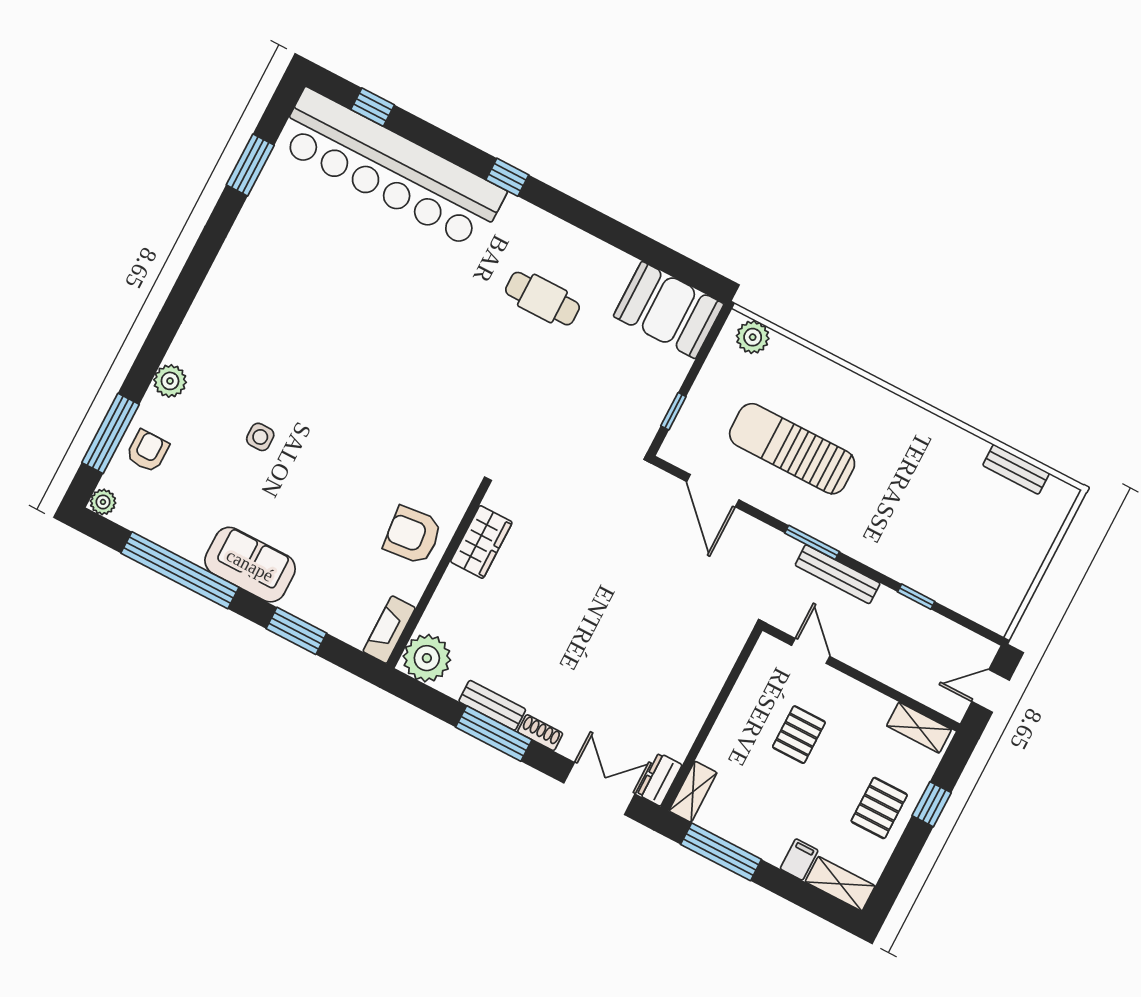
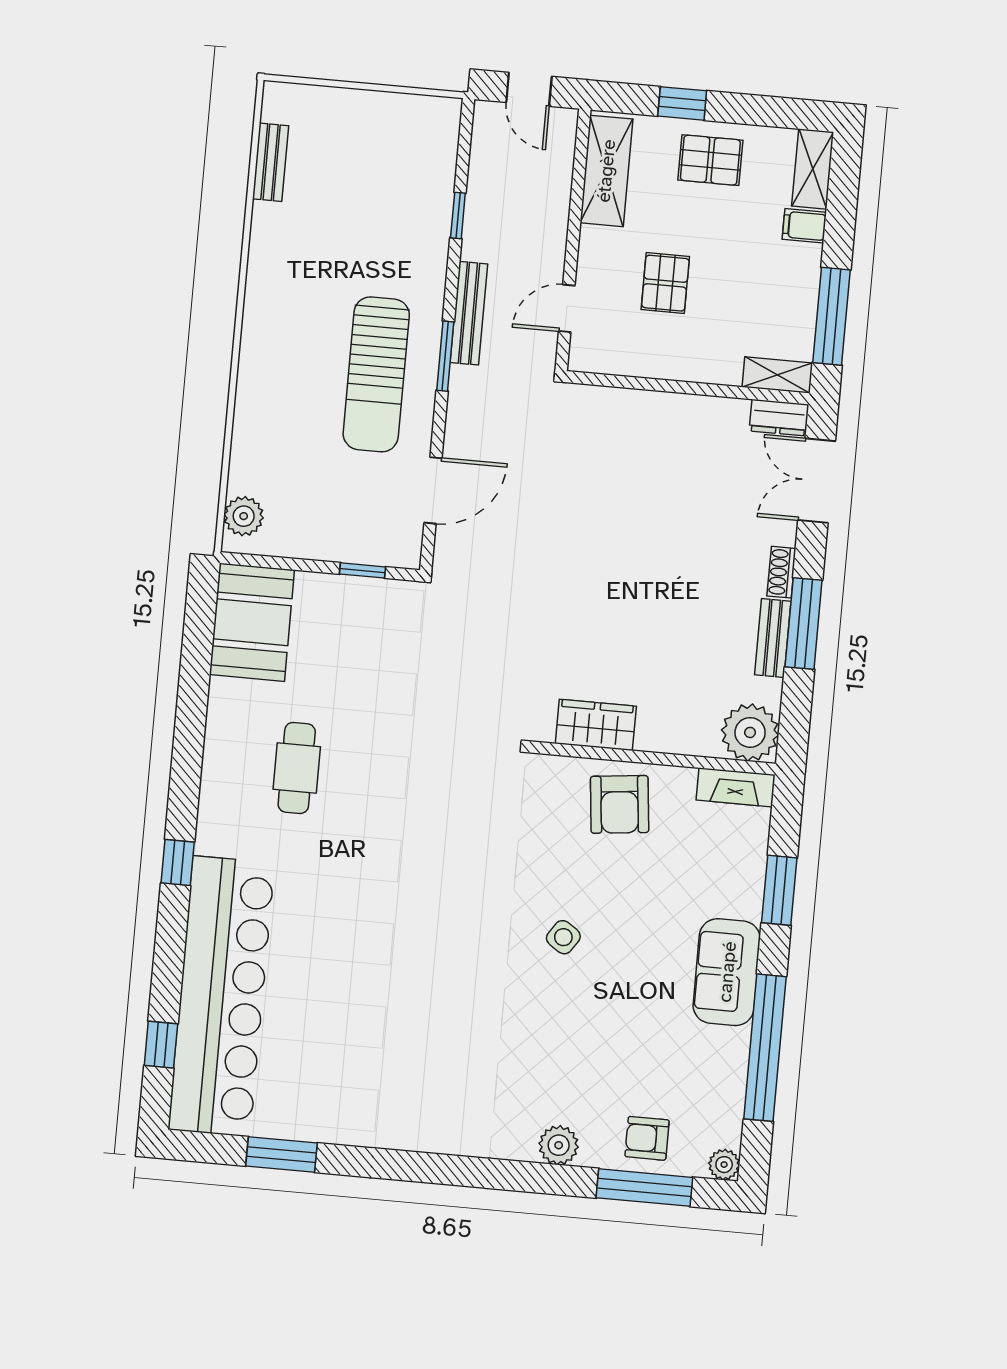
side table: (260, 437) -> (563, 937), moved, turned 34
sun lounger: (792, 449) -> (376, 374), moved
shelving: (919, 728) -> (606, 171), width x1.50, depth x1.33
pallet: (799, 735) -> (665, 283), turned 90

